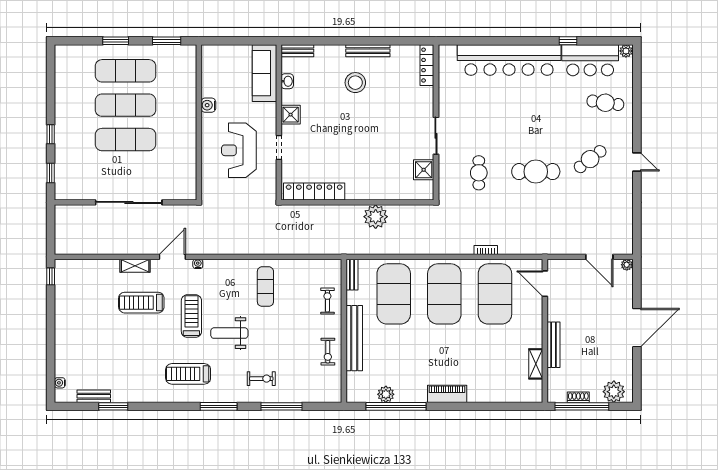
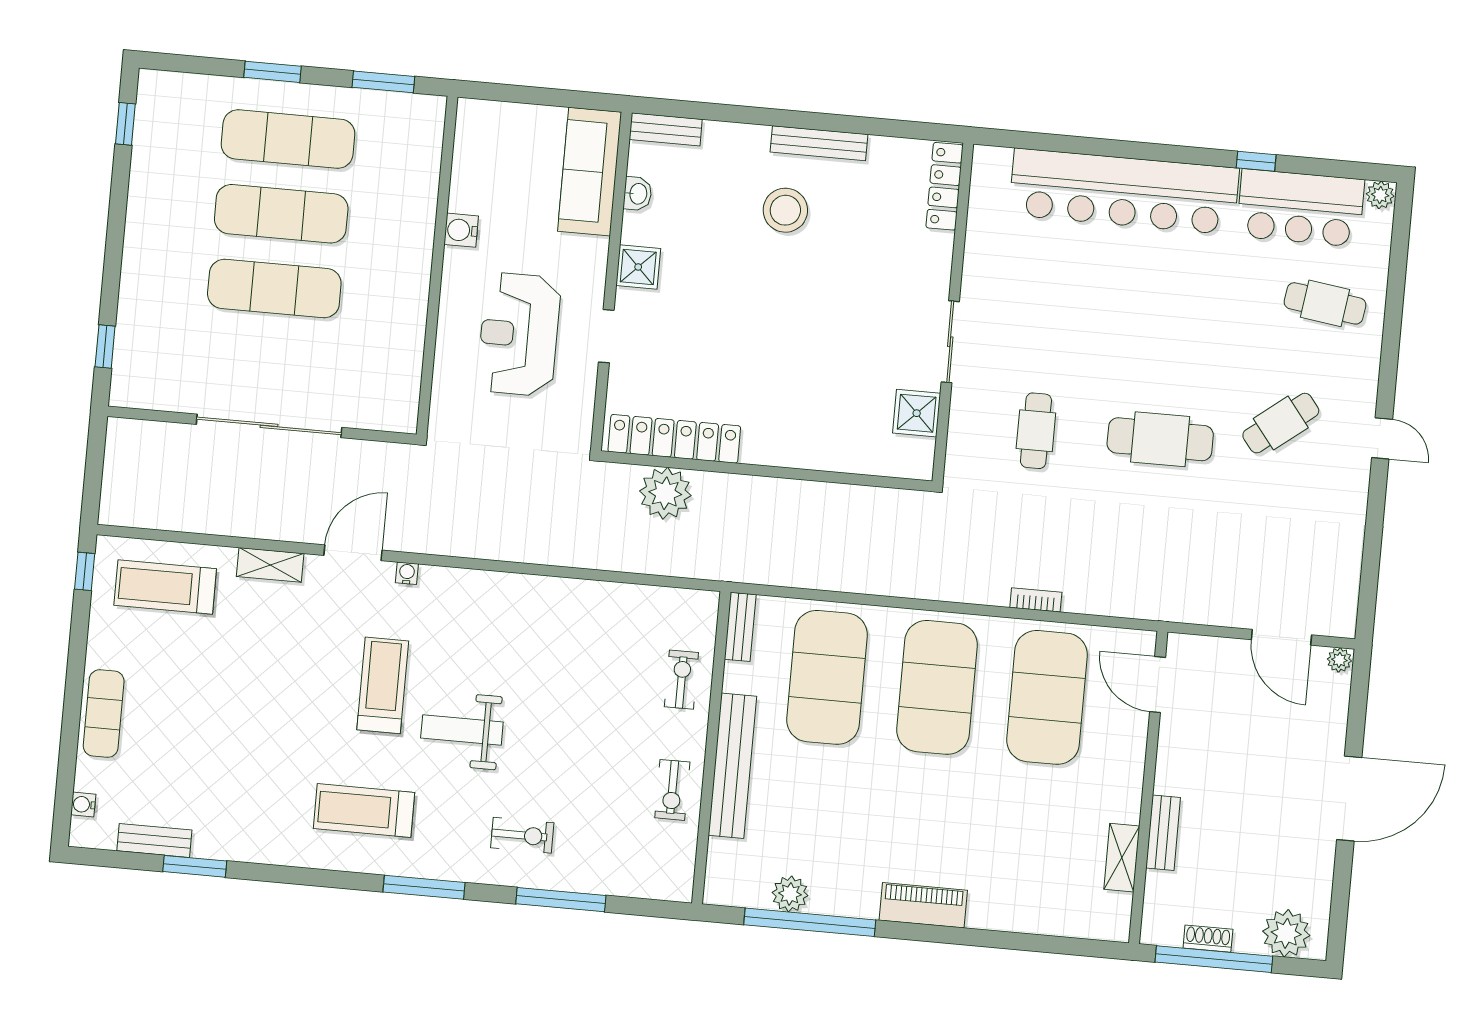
window: (51, 134) -> (125, 124), moved
plant: (376, 217) -> (665, 493), moved
exercise mat: (265, 287) -> (104, 714), moved
treadmill: (141, 303) -> (165, 587), moved
bench: (553, 345) -> (1163, 833), width x0.73

